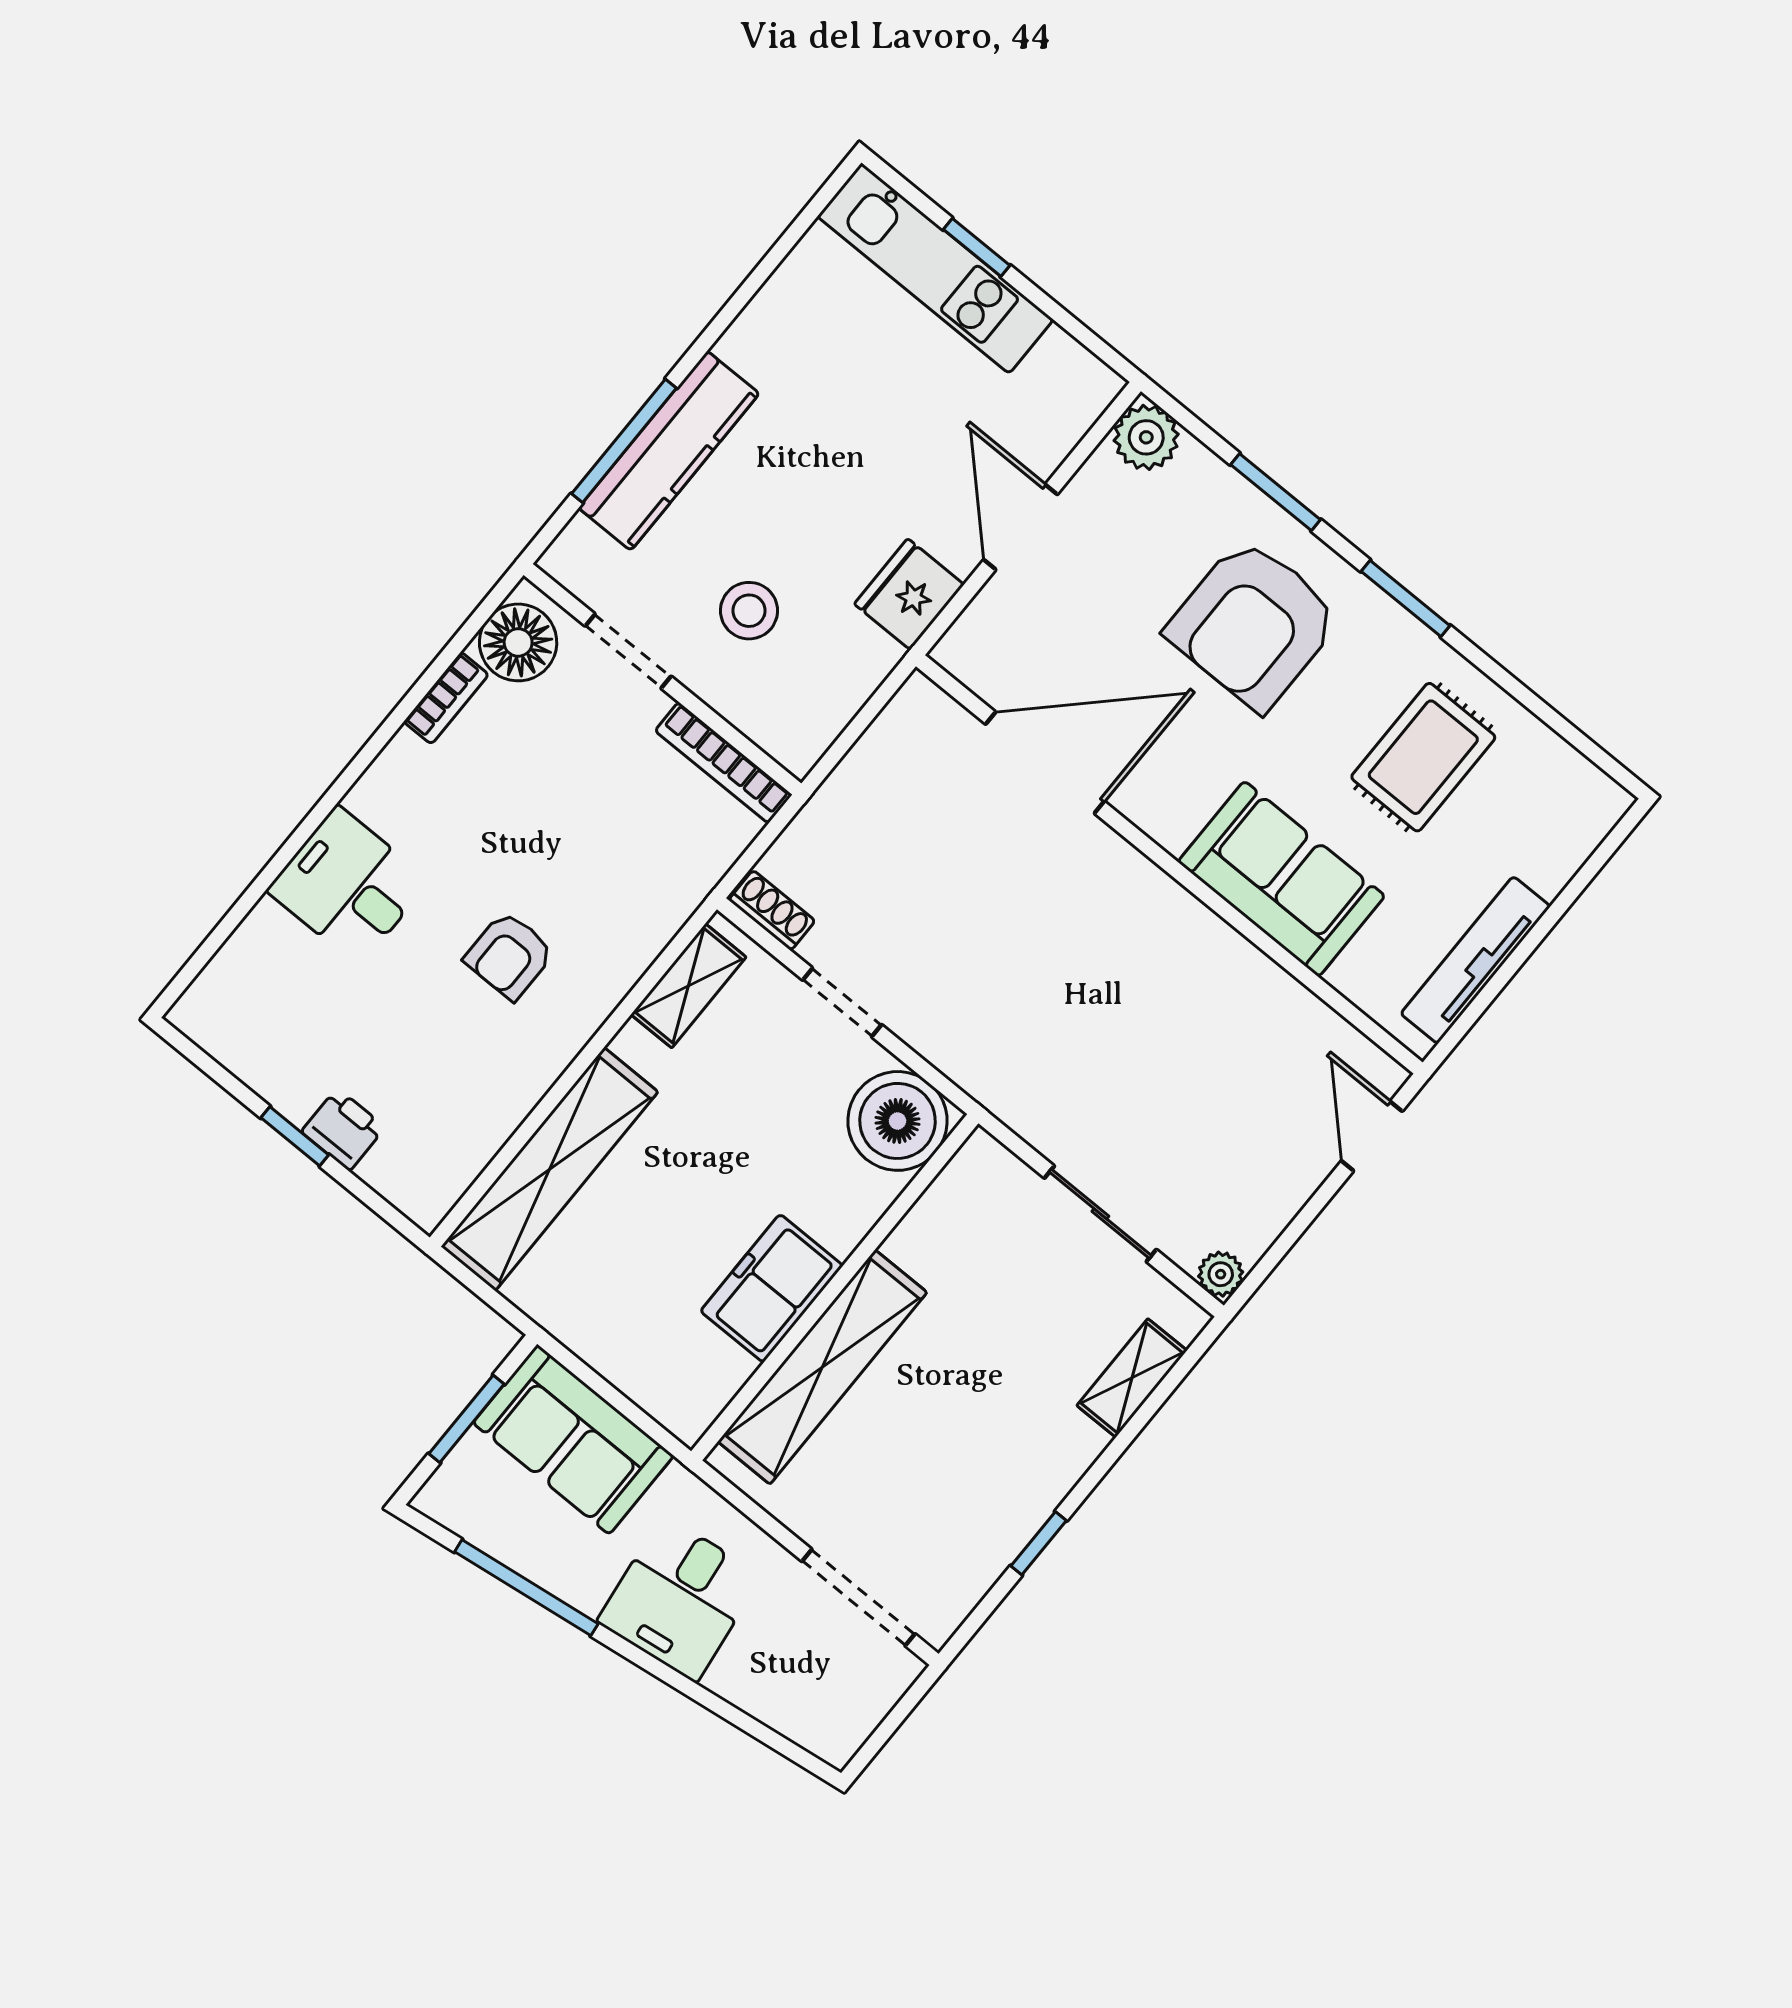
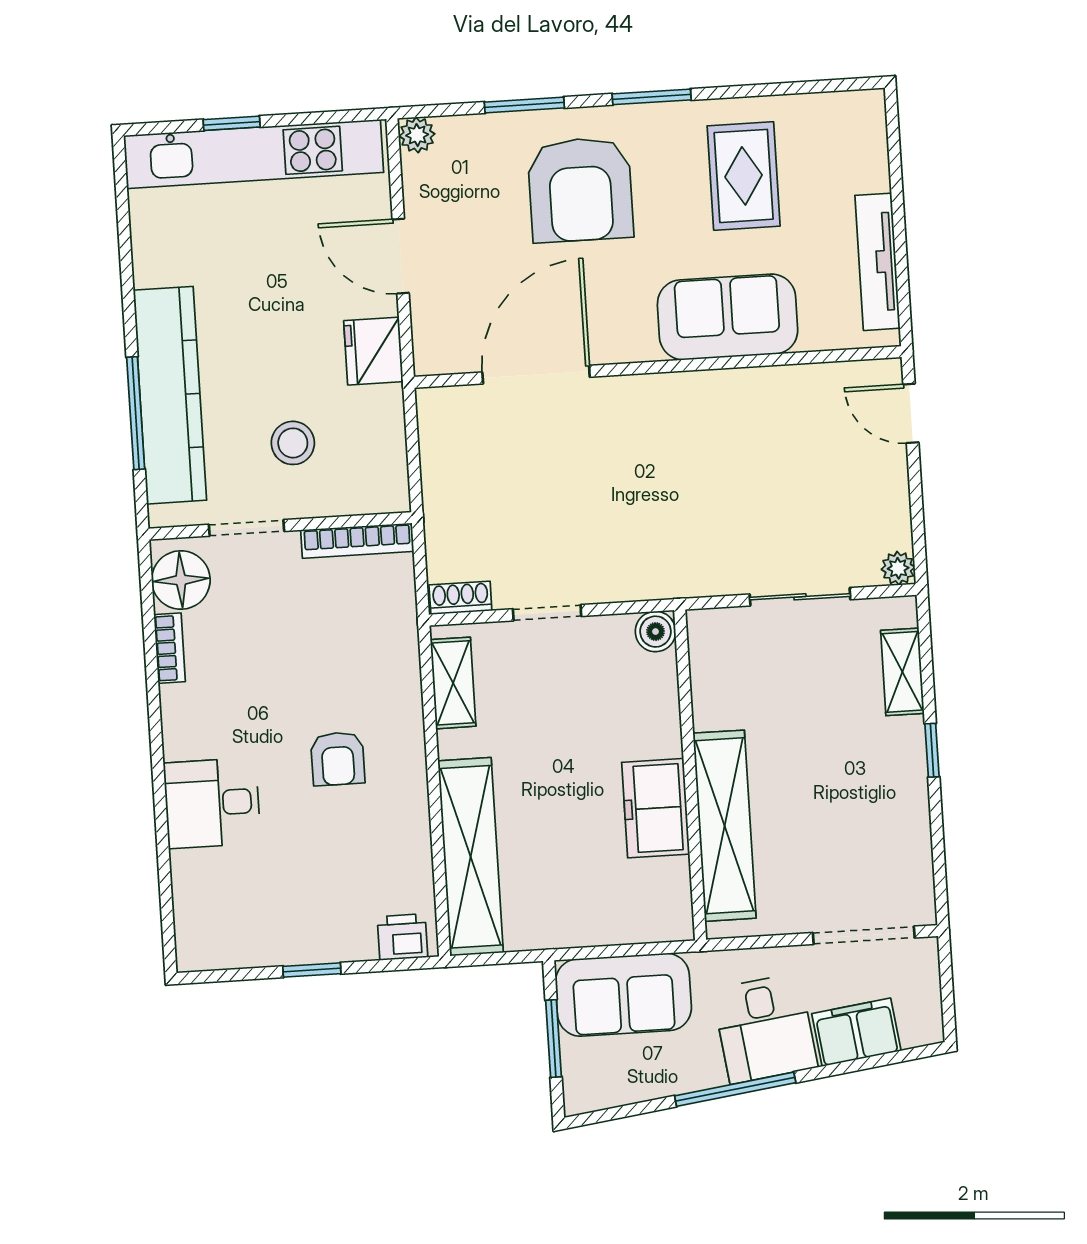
kitchen unit: (935, 268) -> (254, 154), width x1.36
plant: (1146, 437) -> (417, 135), width x0.73, depth x0.73
kitchen counter: (669, 451) -> (170, 395), width x1.39, depth x1.17
boiler: (898, 1121) -> (656, 632), width x0.54, depth x0.54
printer: (343, 1129) -> (403, 937), moved
window: (1039, 1543) -> (932, 750), moved
window: (526, 1588) -> (735, 1089), moved
filing cabinet: (764, 1684) -> (856, 1032), added

